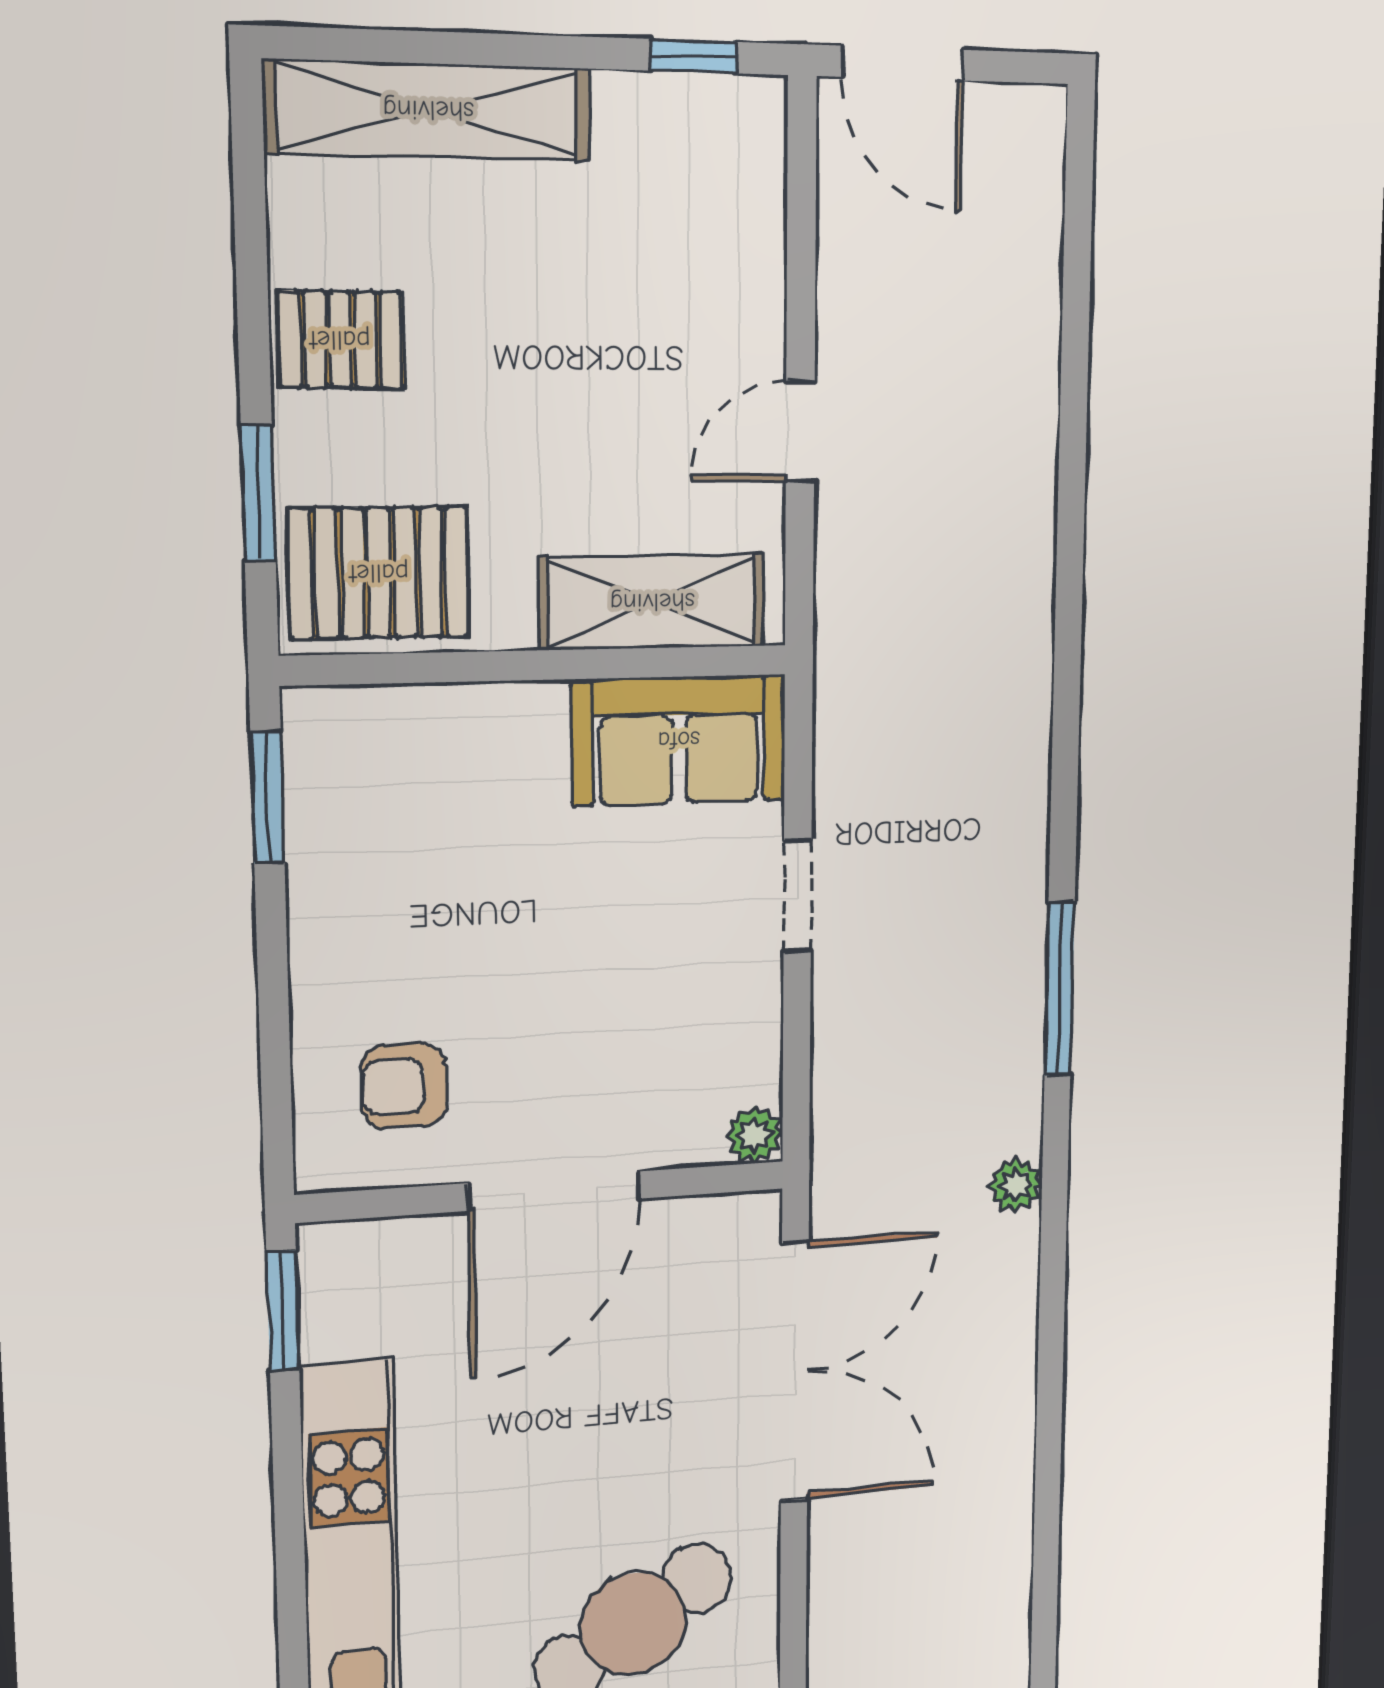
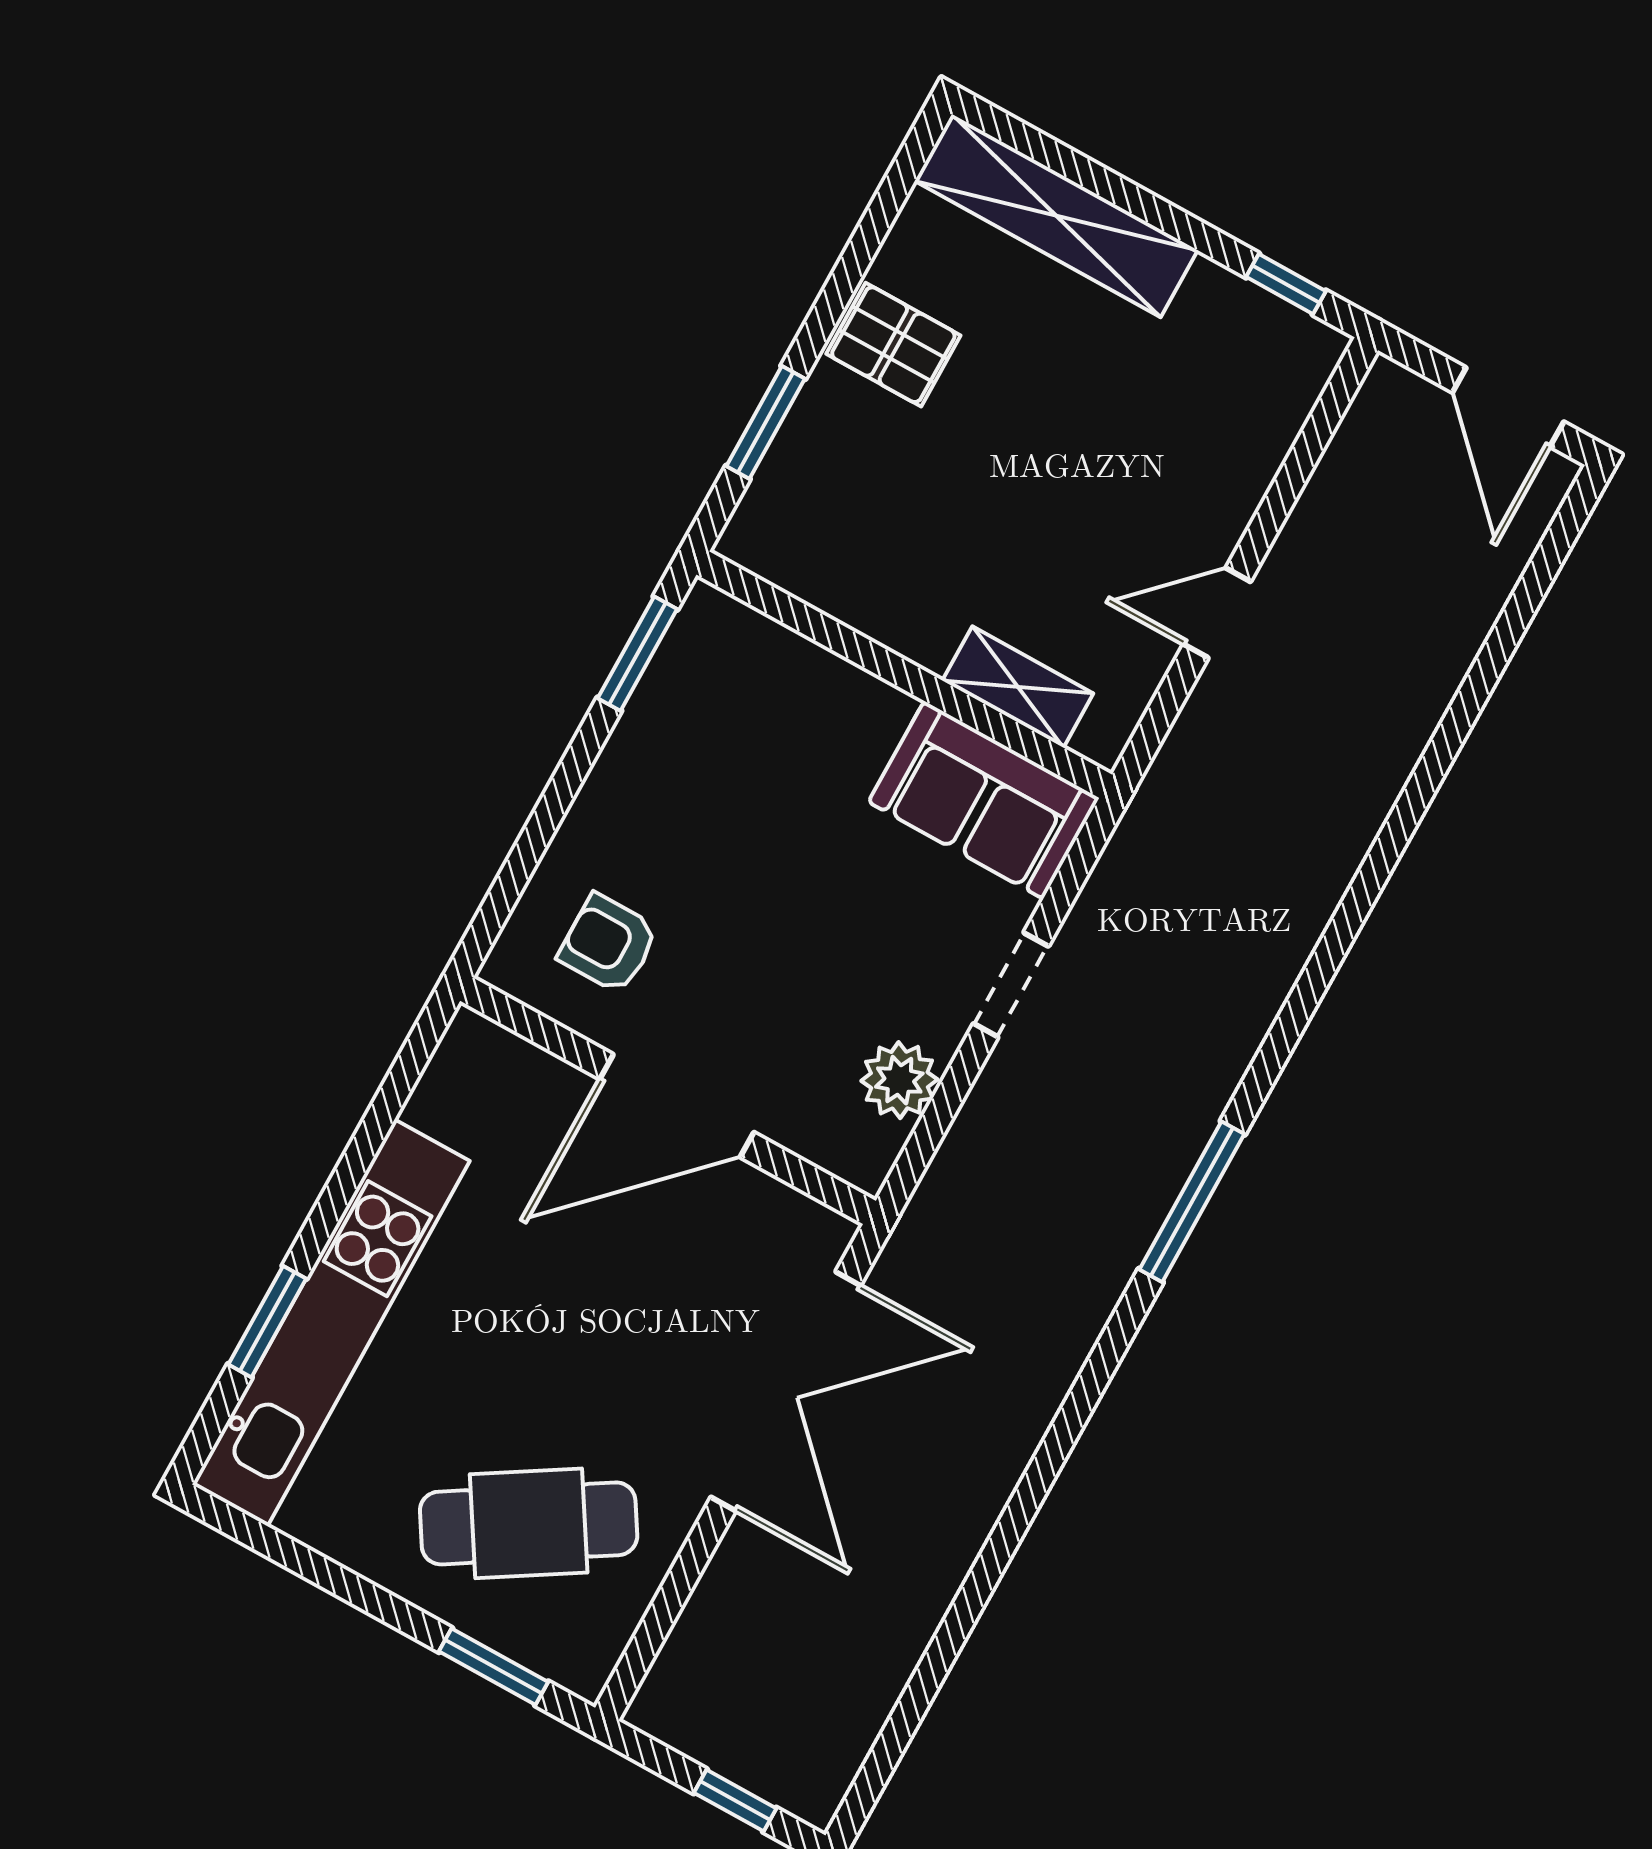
door: (903, 63) -> (1508, 407), moved
pallet: (379, 573) -> (822, 533), removed
shelving: (652, 602) -> (1018, 687), width x0.67, depth x0.75
plant: (754, 1135) -> (899, 1080), moved, width x1.38, depth x1.38
plant: (1016, 1185) -> (1063, 1350), removed
window: (283, 1311) -> (267, 1322), moved

